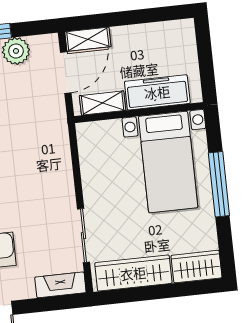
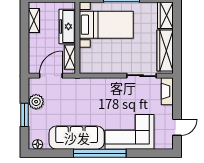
shelving: (88, 39) -> (34, 21), moved
door: (66, 72) -> (51, 76), hinge flipped

